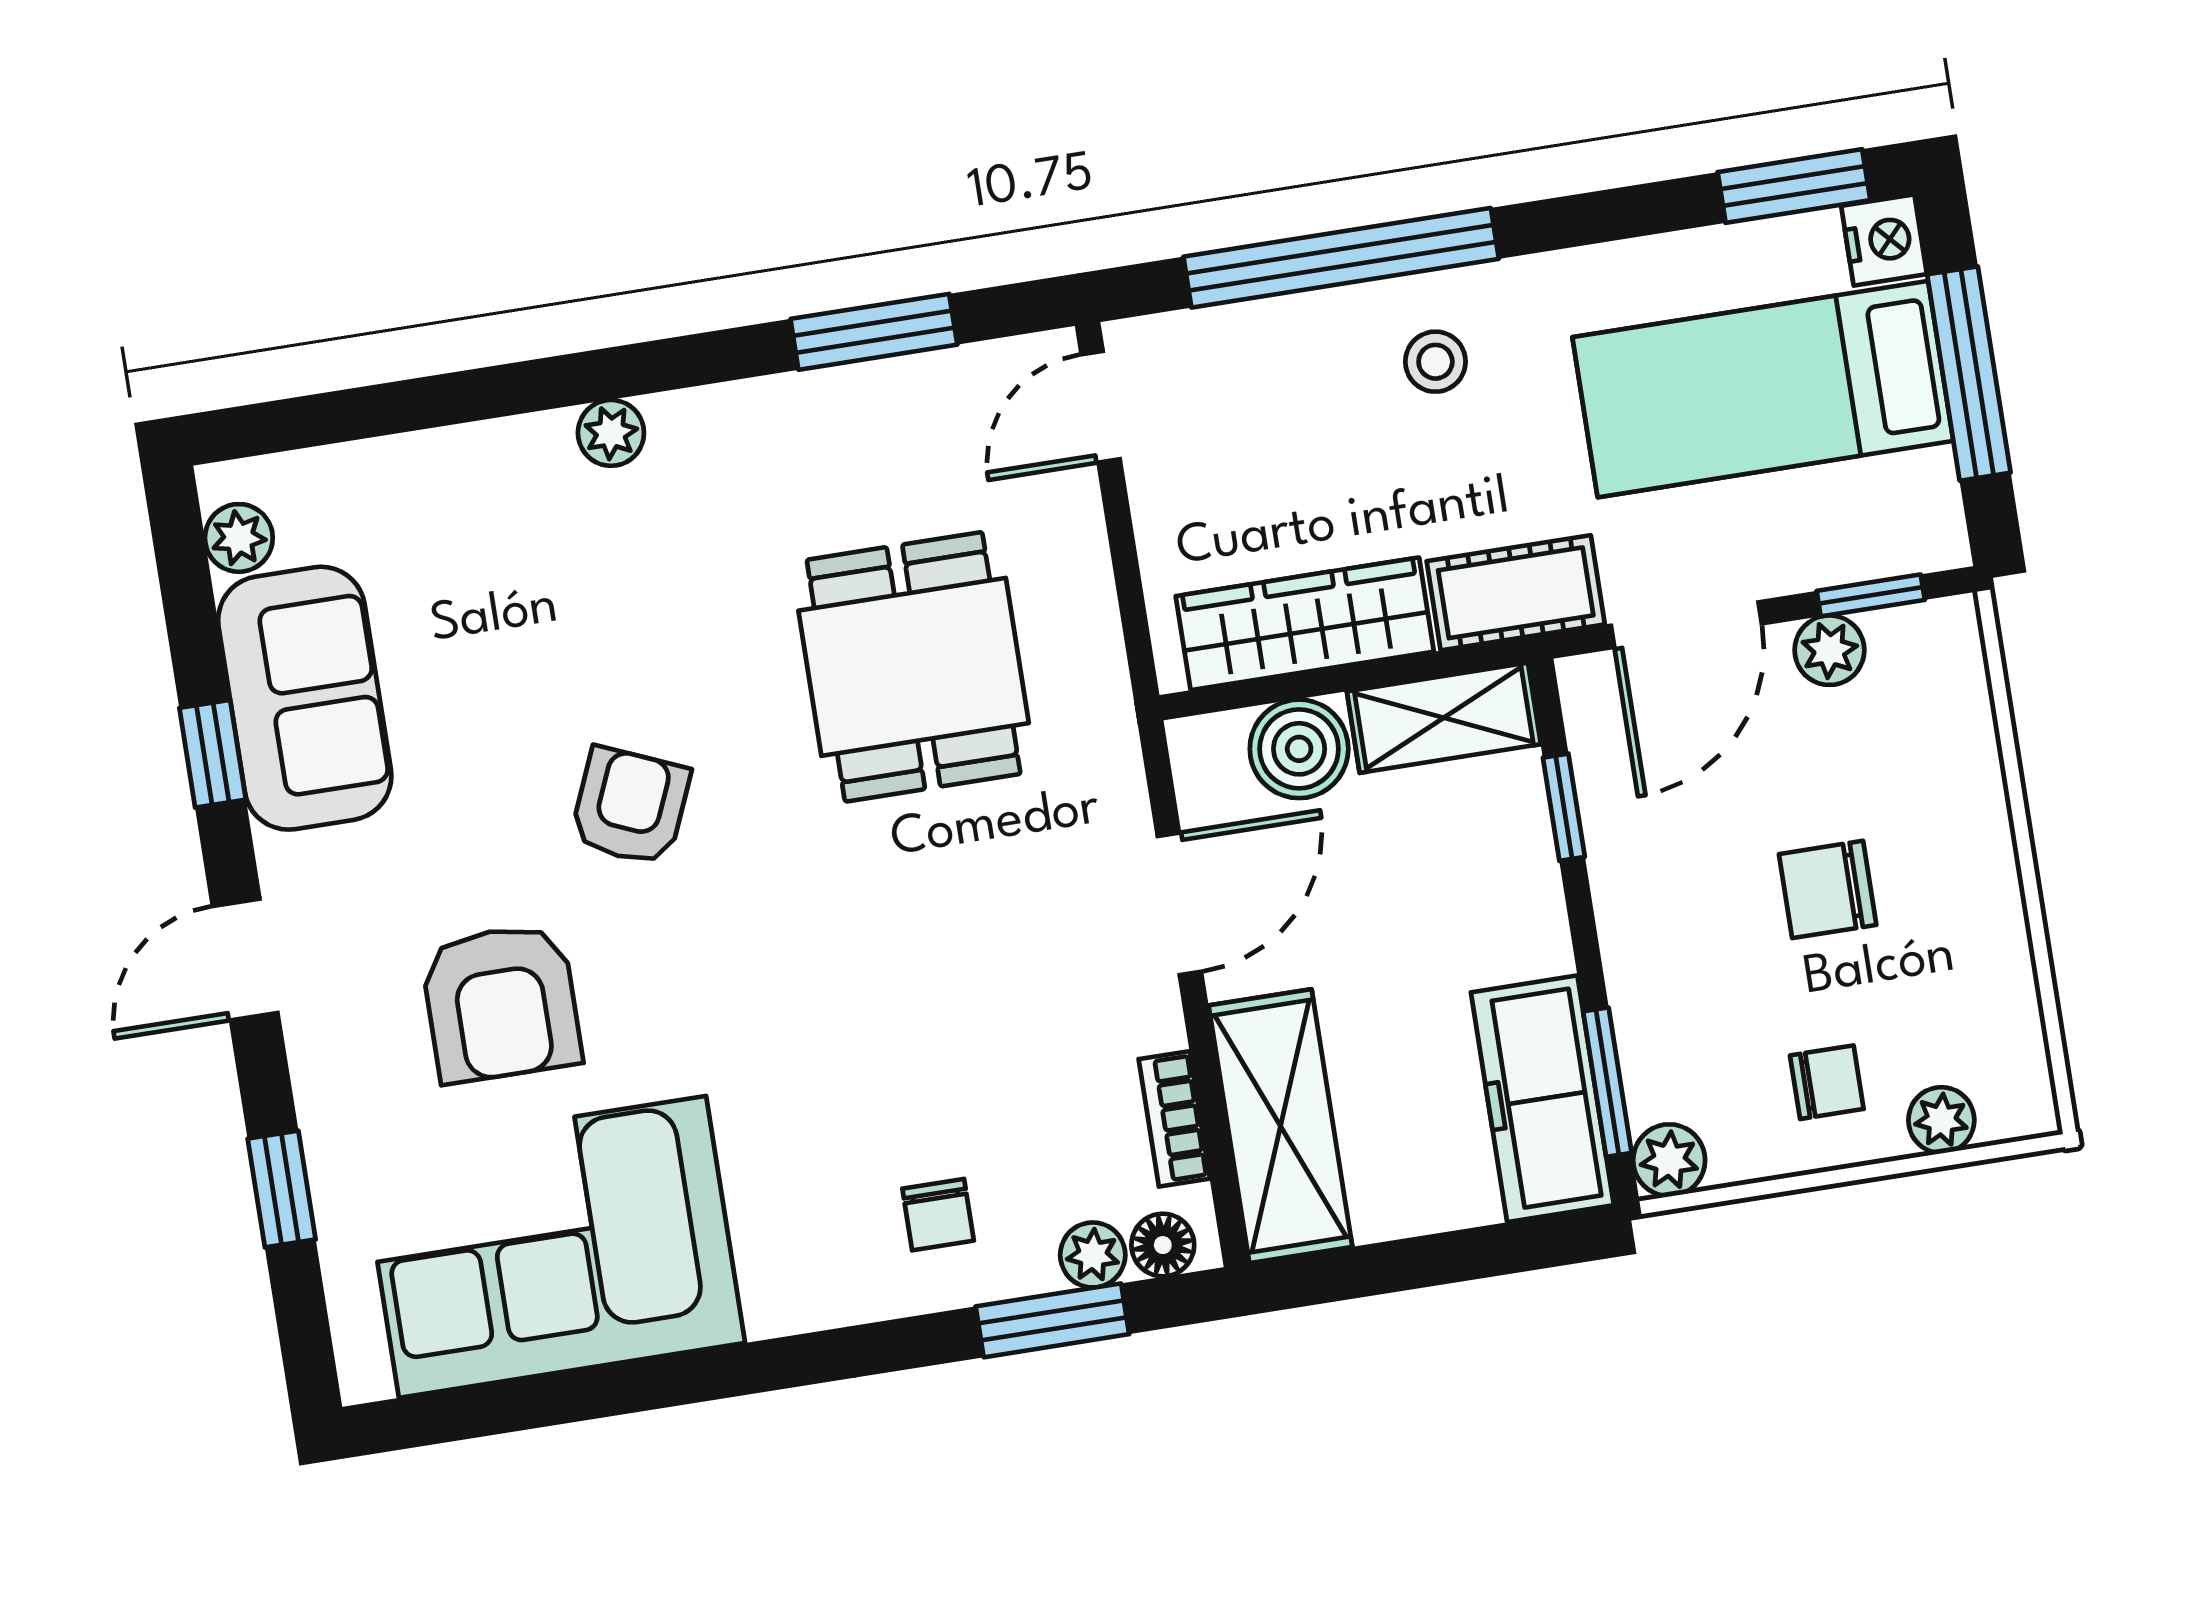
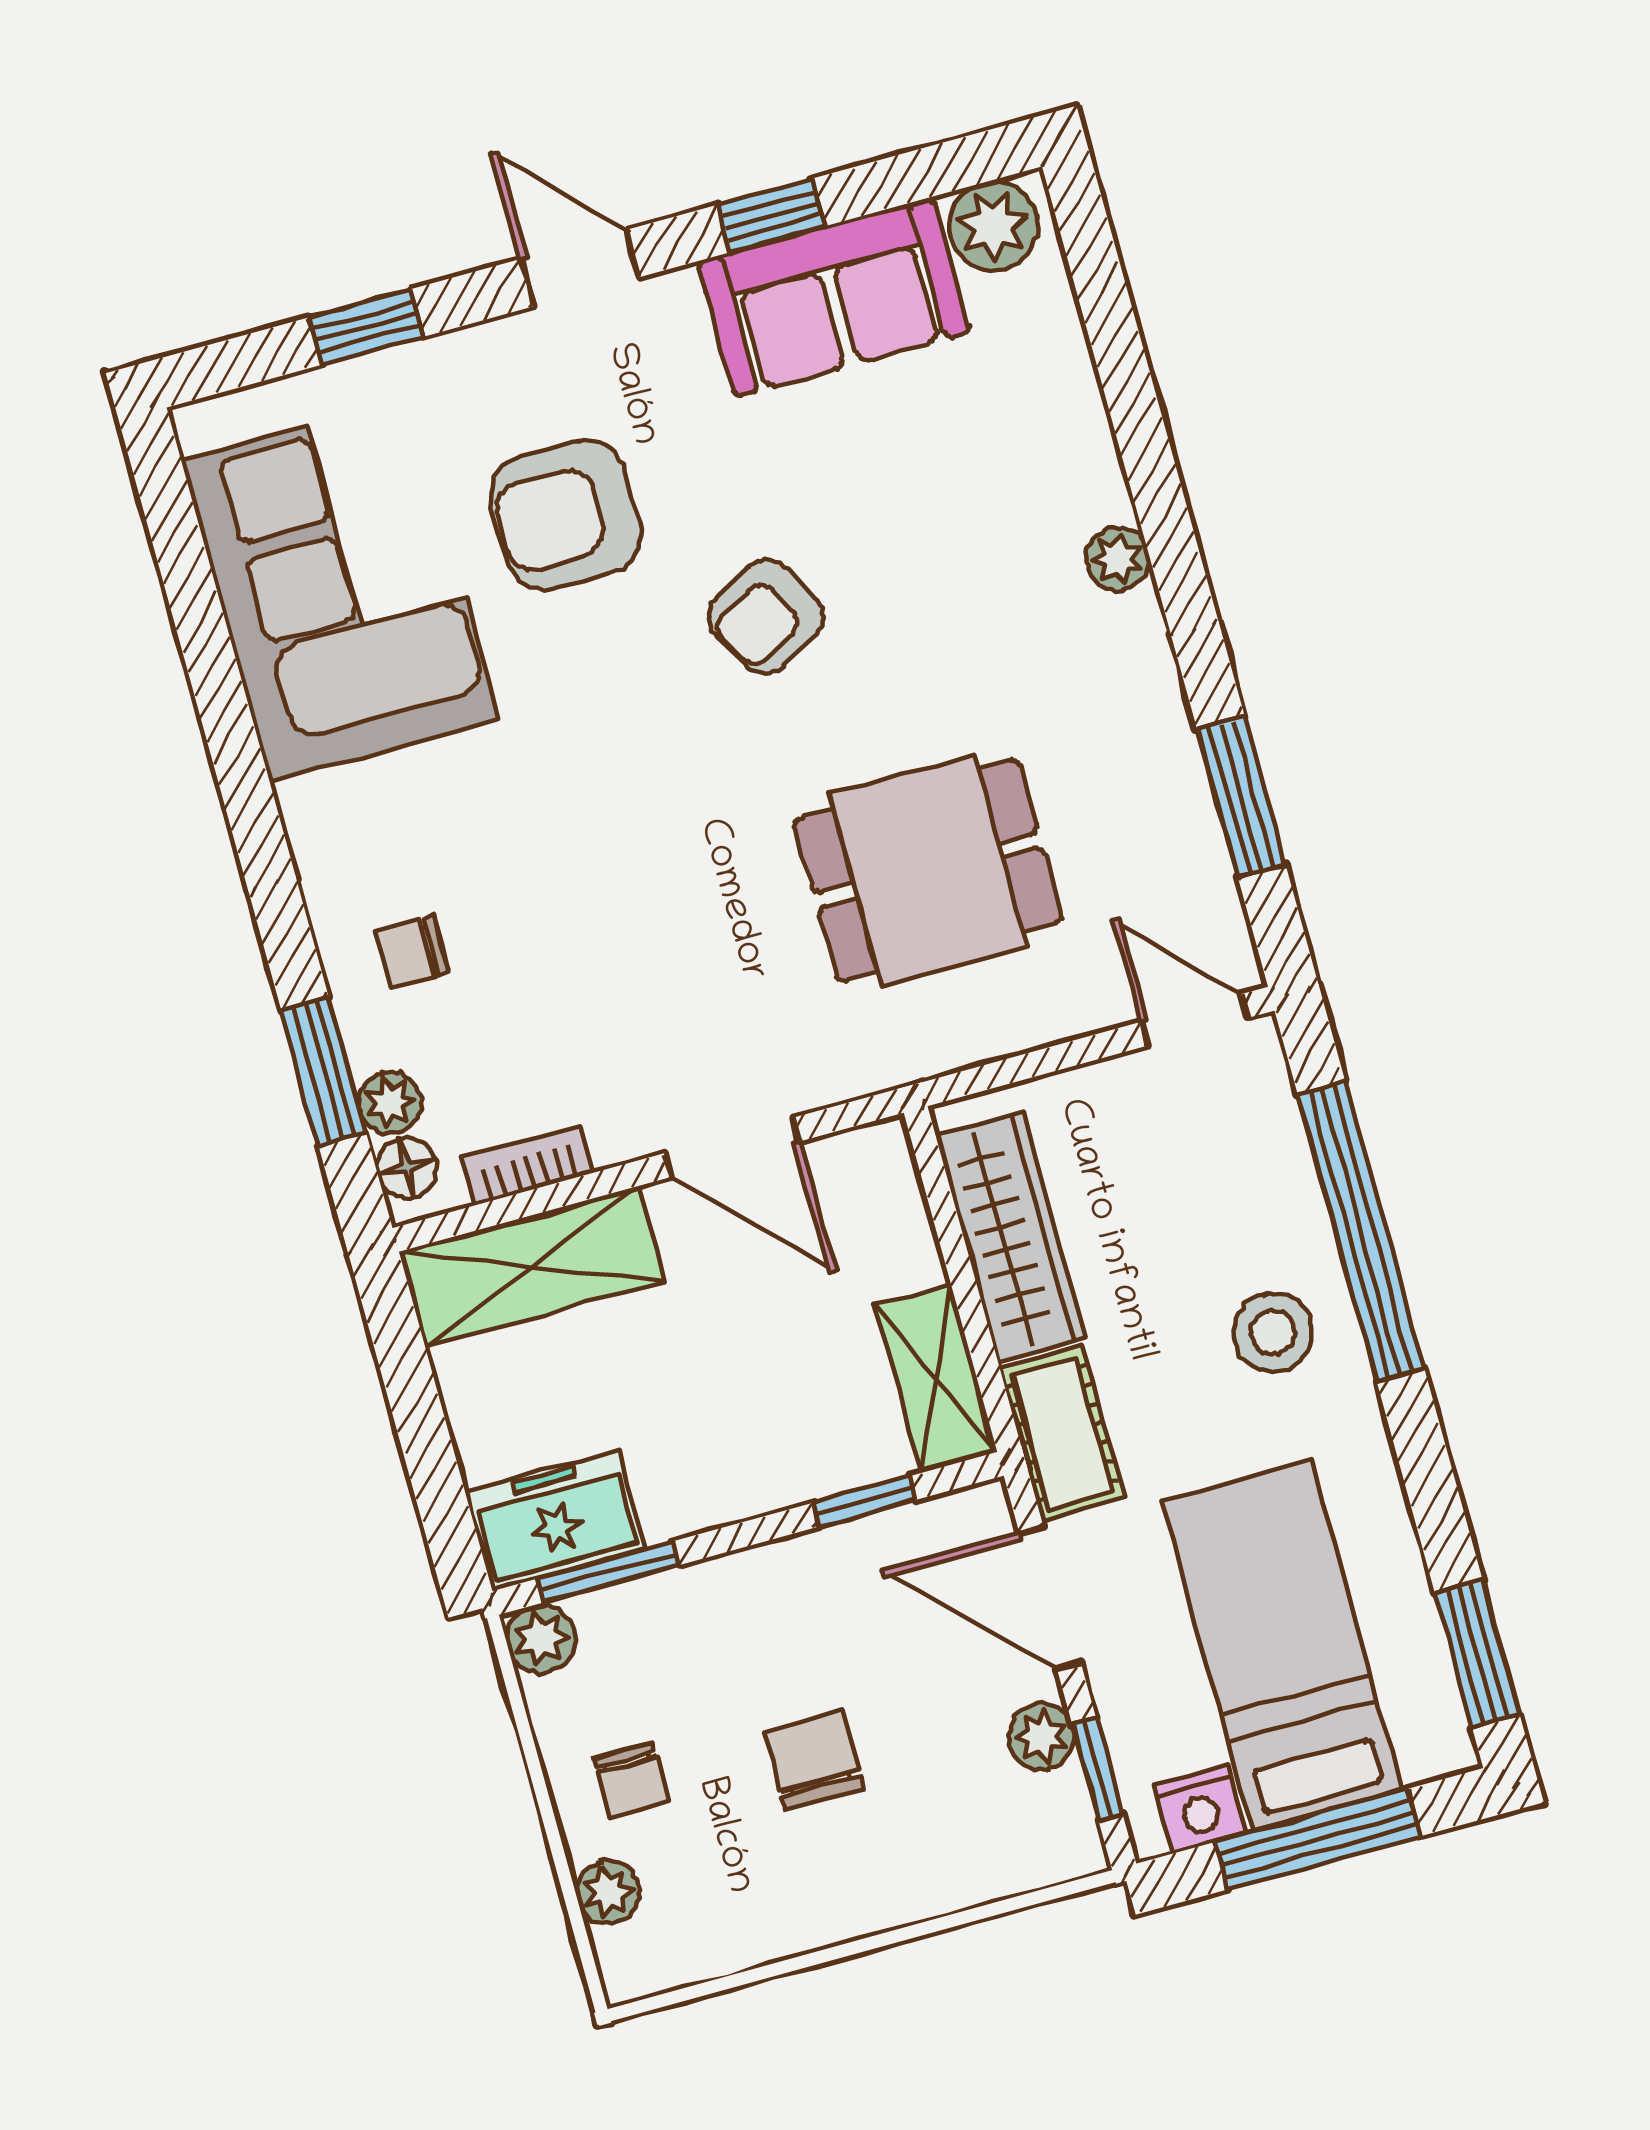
nightstand: (1884, 240) -> (1200, 1809), moved
stool: (1435, 362) -> (1273, 1332), width x1.37, depth x1.37
plant: (239, 538) -> (993, 226), width x1.38, depth x1.38
boiler: (1299, 749) -> (891, 1244), removed
armchair: (630, 806) -> (766, 617), turned 128
freezer: (1542, 1099) -> (555, 1520), width x0.71

